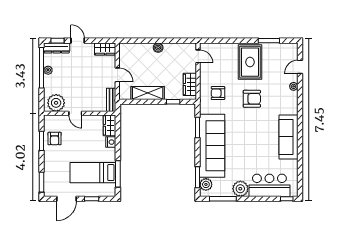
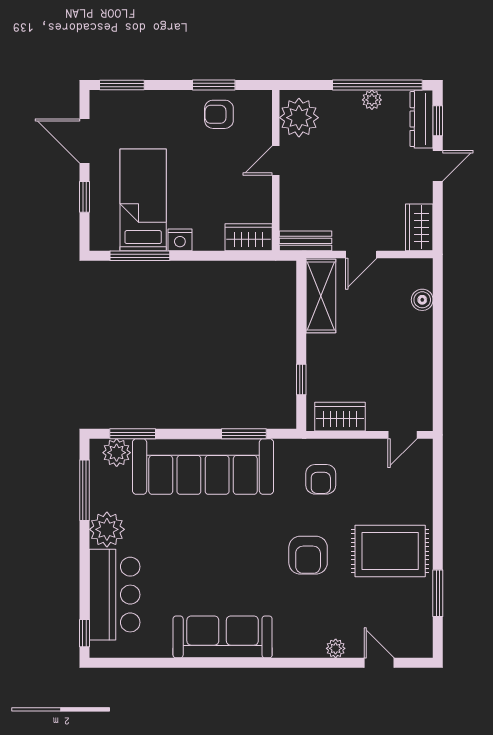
boiler: (158, 48) -> (422, 300), moved
shelving: (148, 93) -> (321, 296), moved
armchair: (218, 93) -> (321, 479), turned 180
nightstand: (111, 142) -> (180, 240), moved

